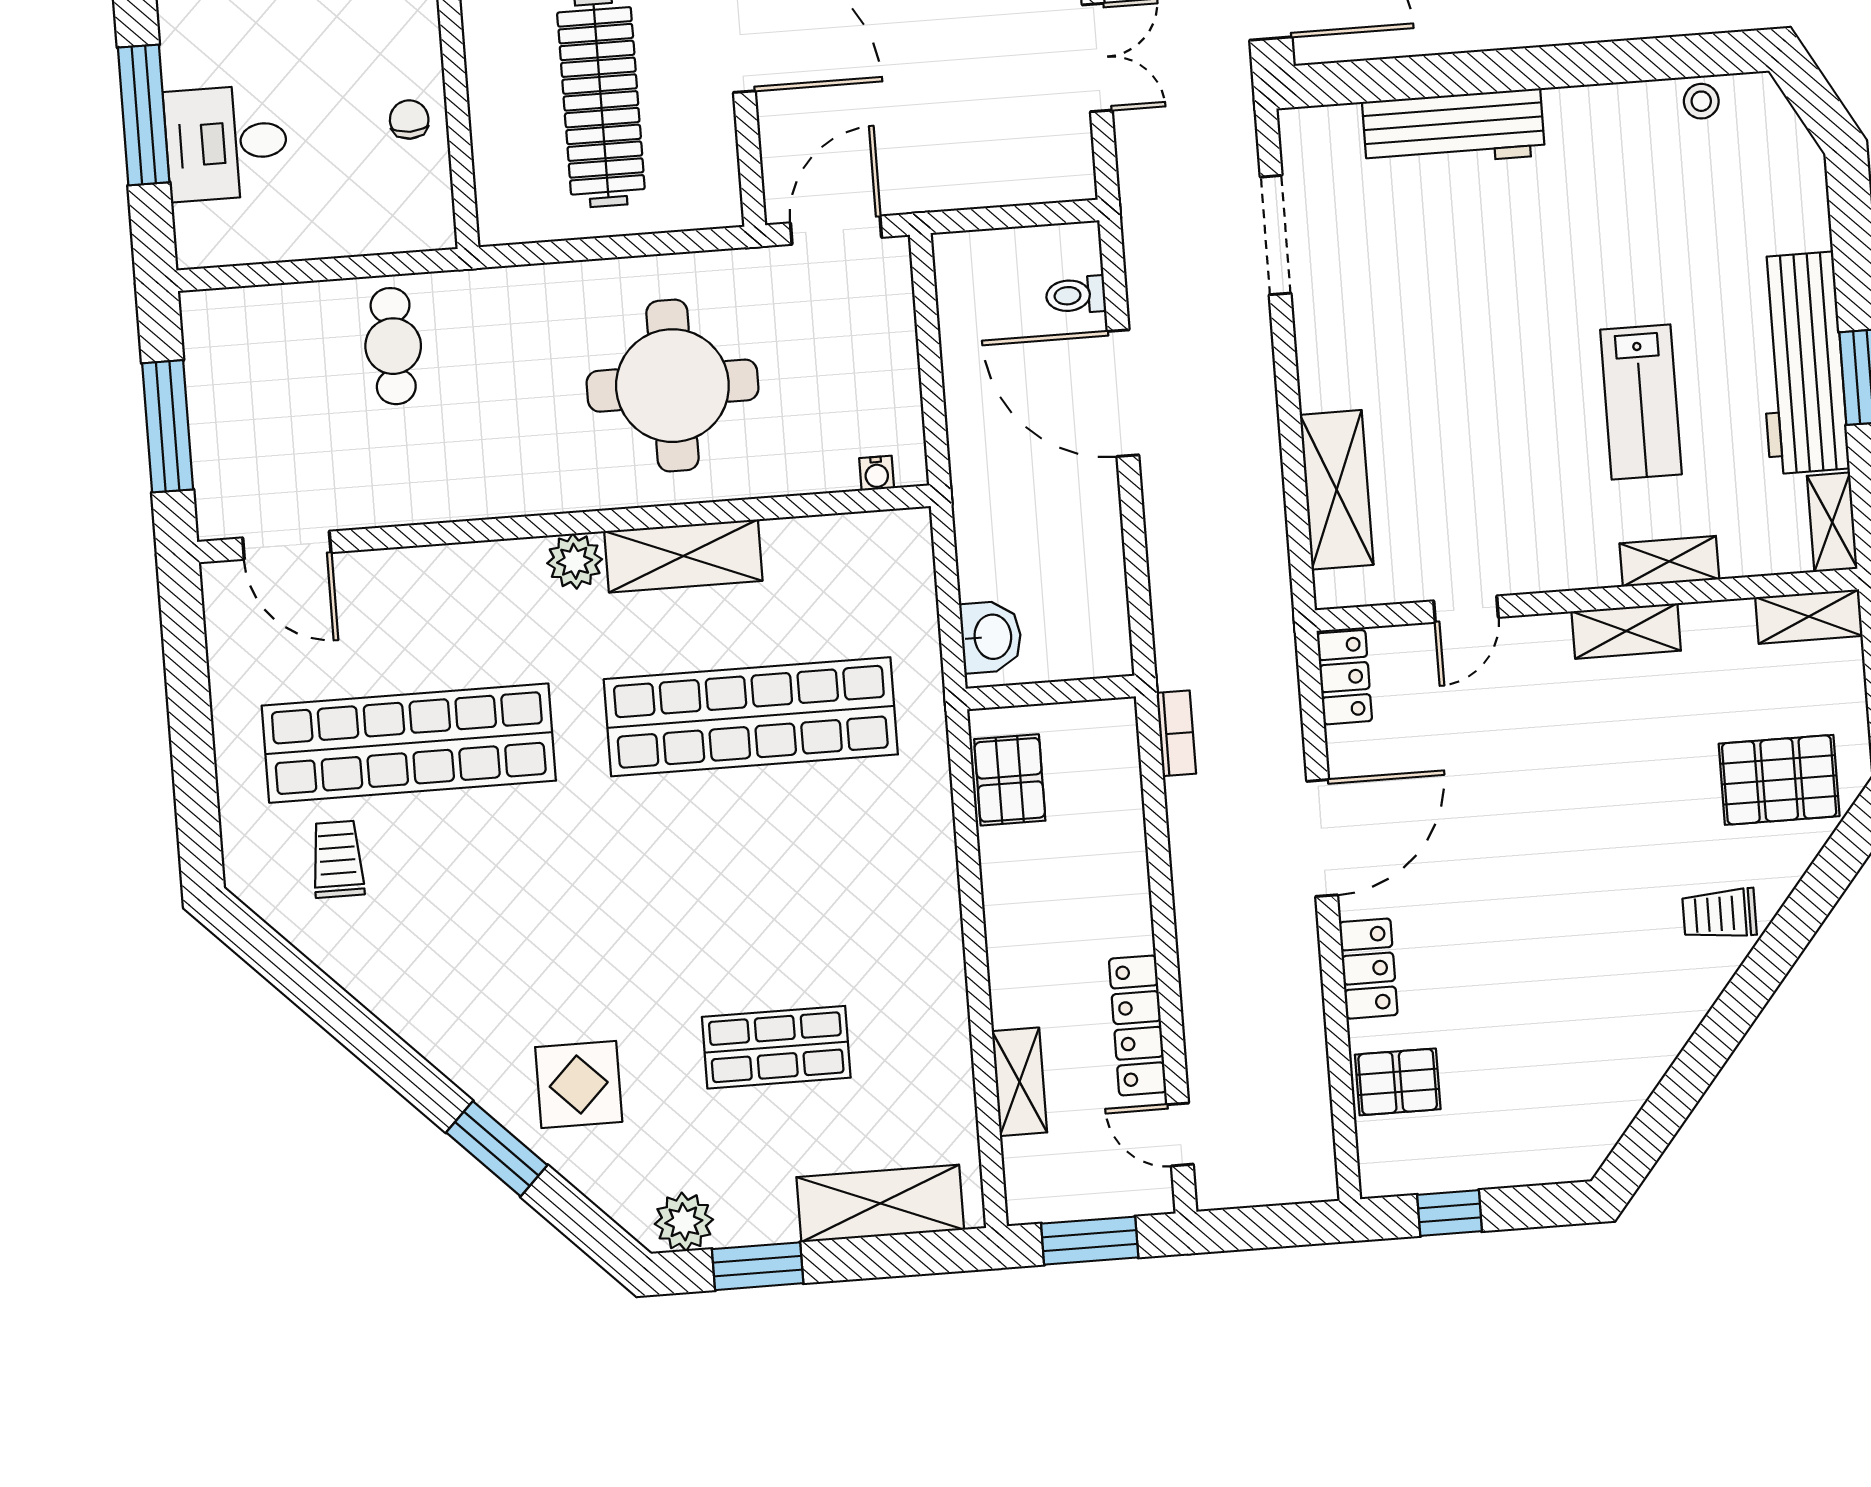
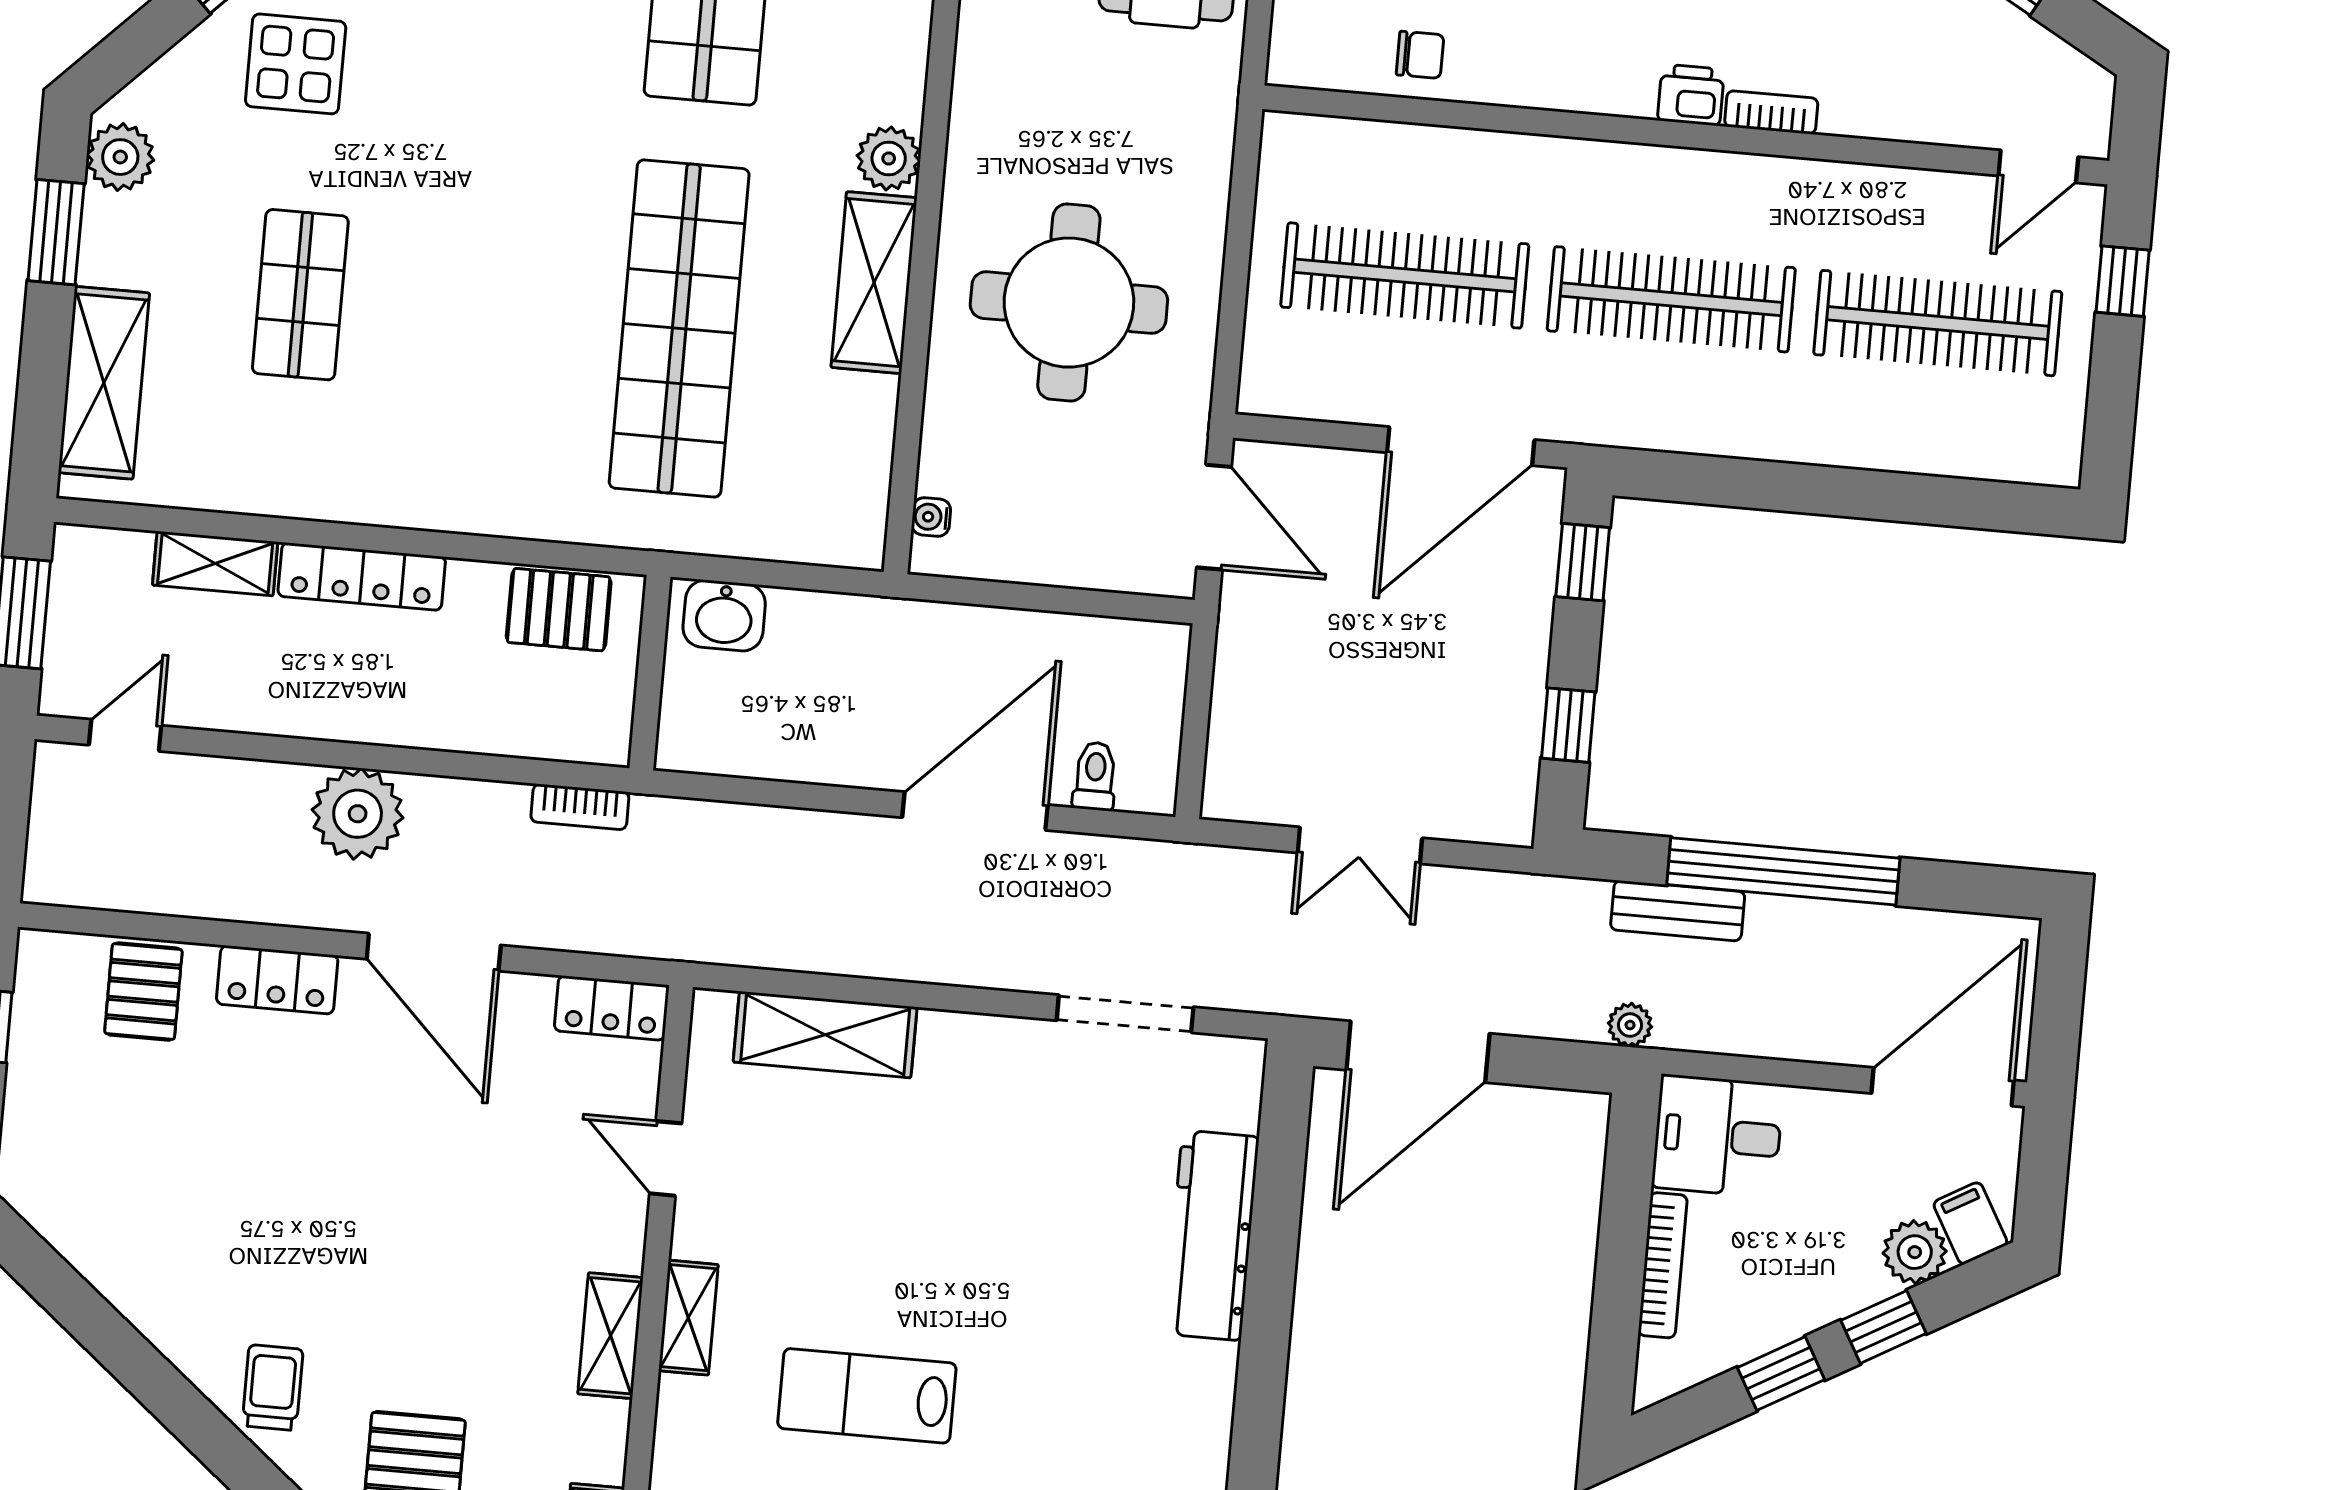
shelving: (1669, 561) -> (688, 1318), moved
plant: (1214, 923) -> (358, 814), added
locker: (1138, 1025) -> (362, 577), moved, turned 180

